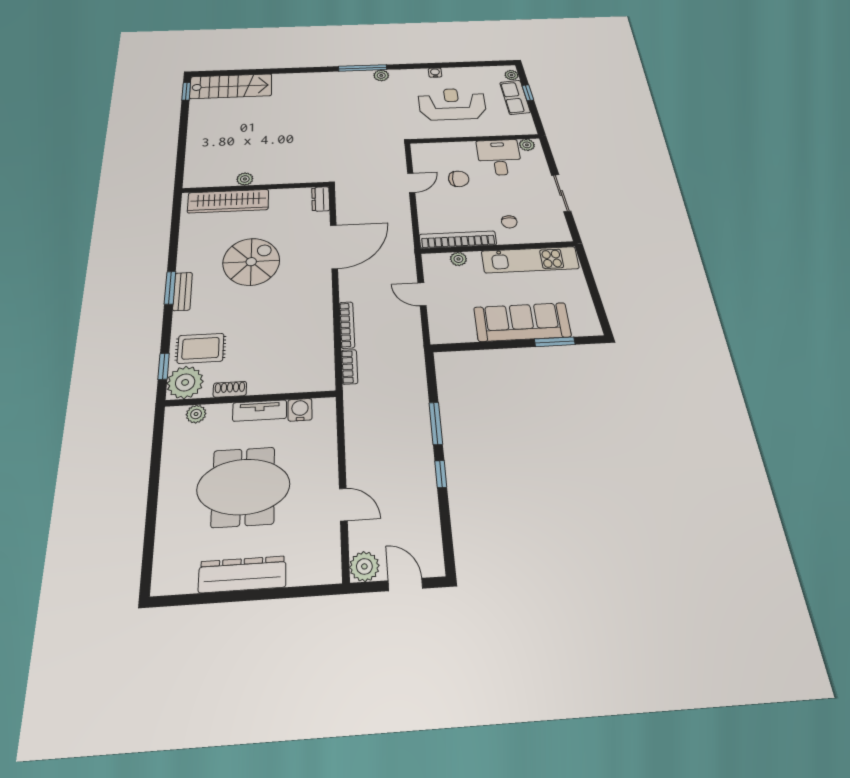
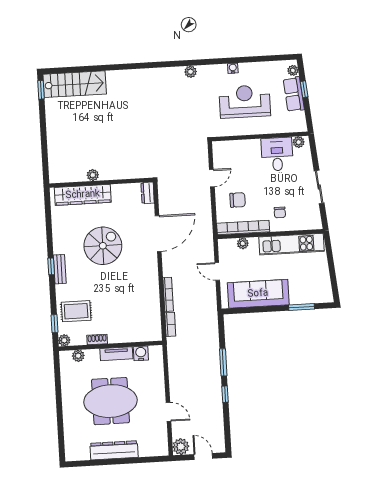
window: (363, 68) -> (176, 64), removed
chair: (459, 179) -> (238, 200), moved
window: (170, 288) -> (51, 266), width x0.67
sofa: (522, 322) -> (258, 294), moved
plant: (185, 382) -> (64, 340), width x0.53, depth x0.53

